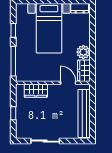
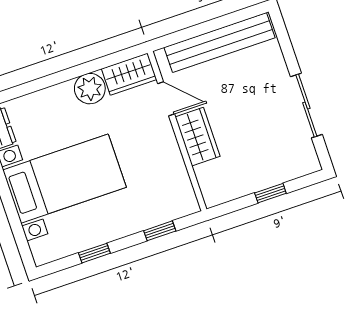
window: (13, 61) -> (160, 231), width x0.46
door: (68, 83) -> (166, 99), swing flipped
wardrobe: (36, 91) -> (198, 137), moved

